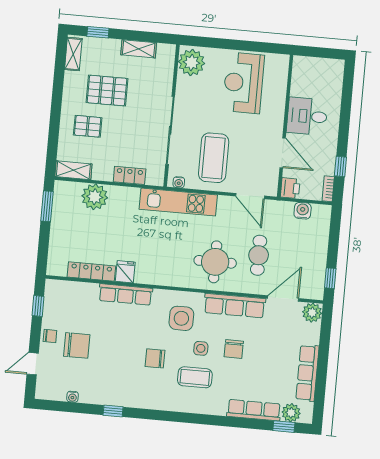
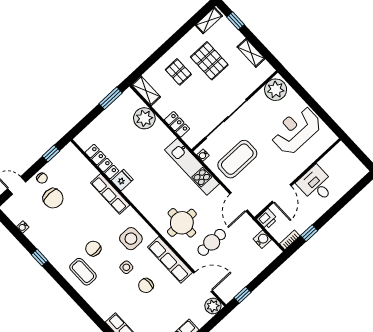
coffee table: (195, 377) -> (83, 272), moved

